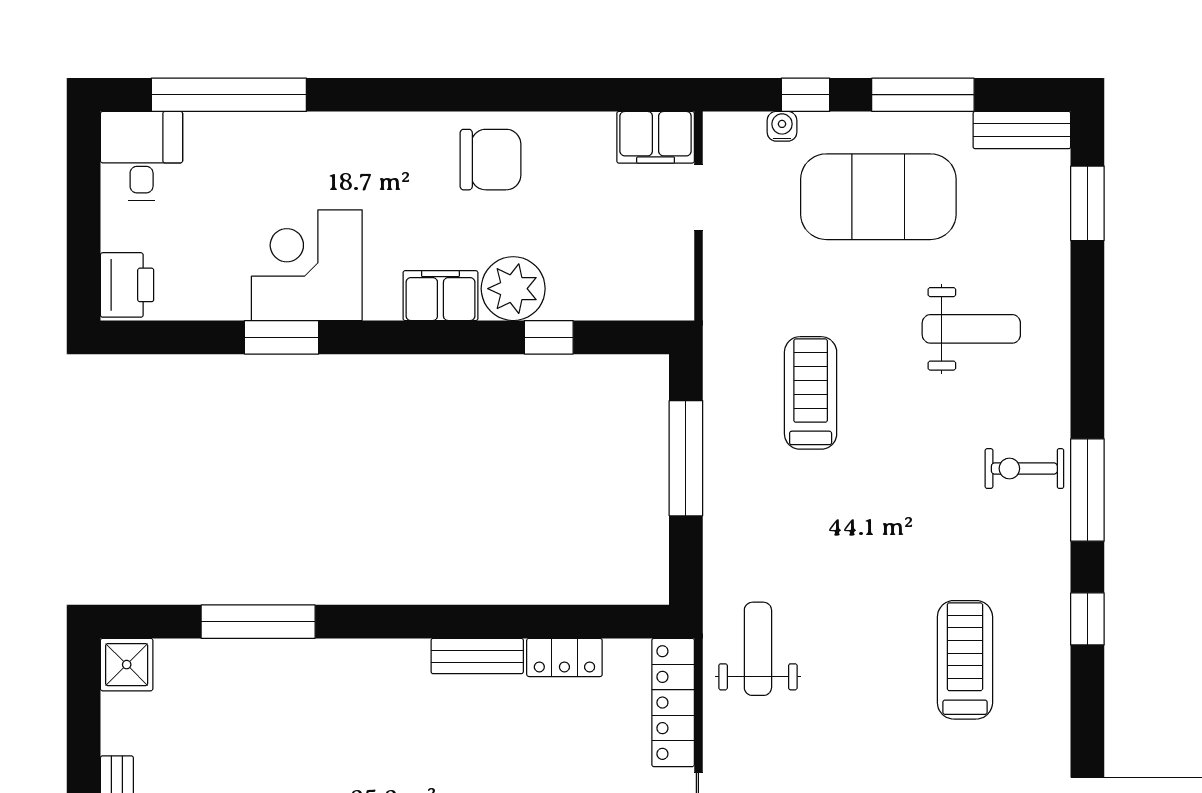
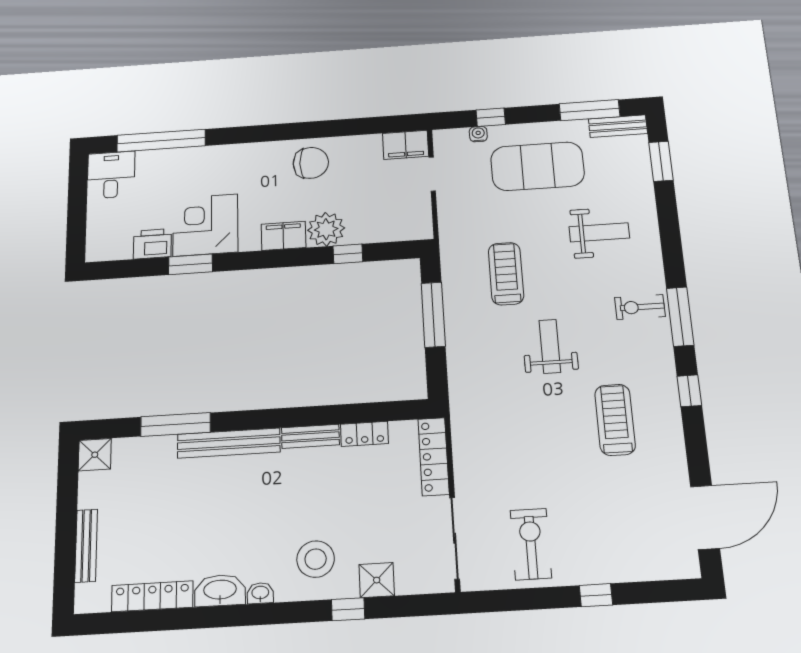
window: (923, 95) -> (590, 110), moved
printer: (127, 285) -> (152, 244), moved, turned -90
weight bench: (758, 649) -> (550, 346), moved
bench: (345, 659) -> (229, 443), added

